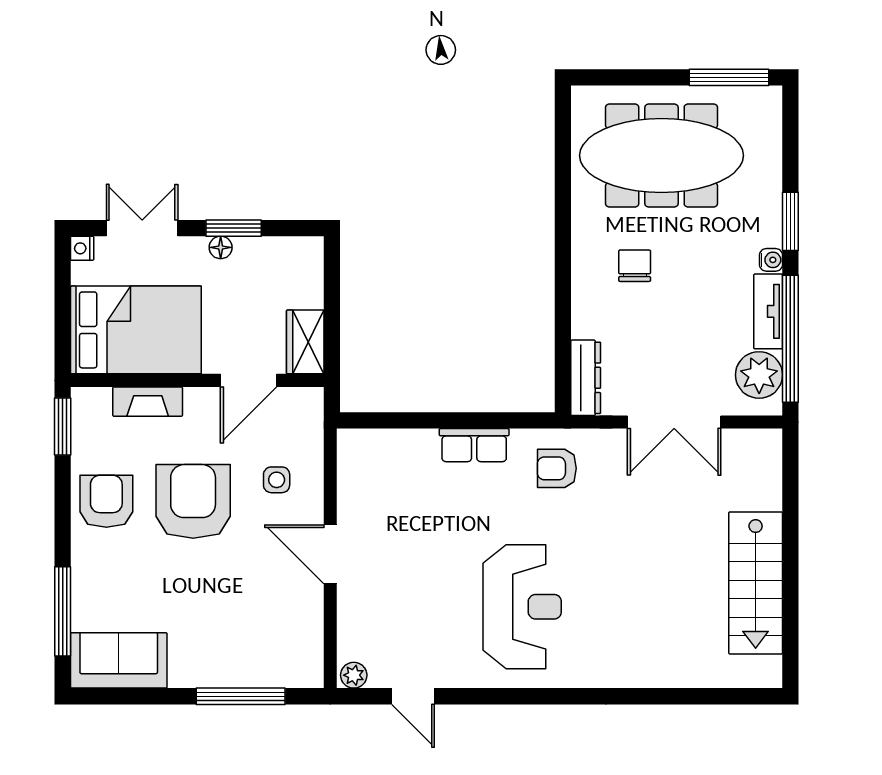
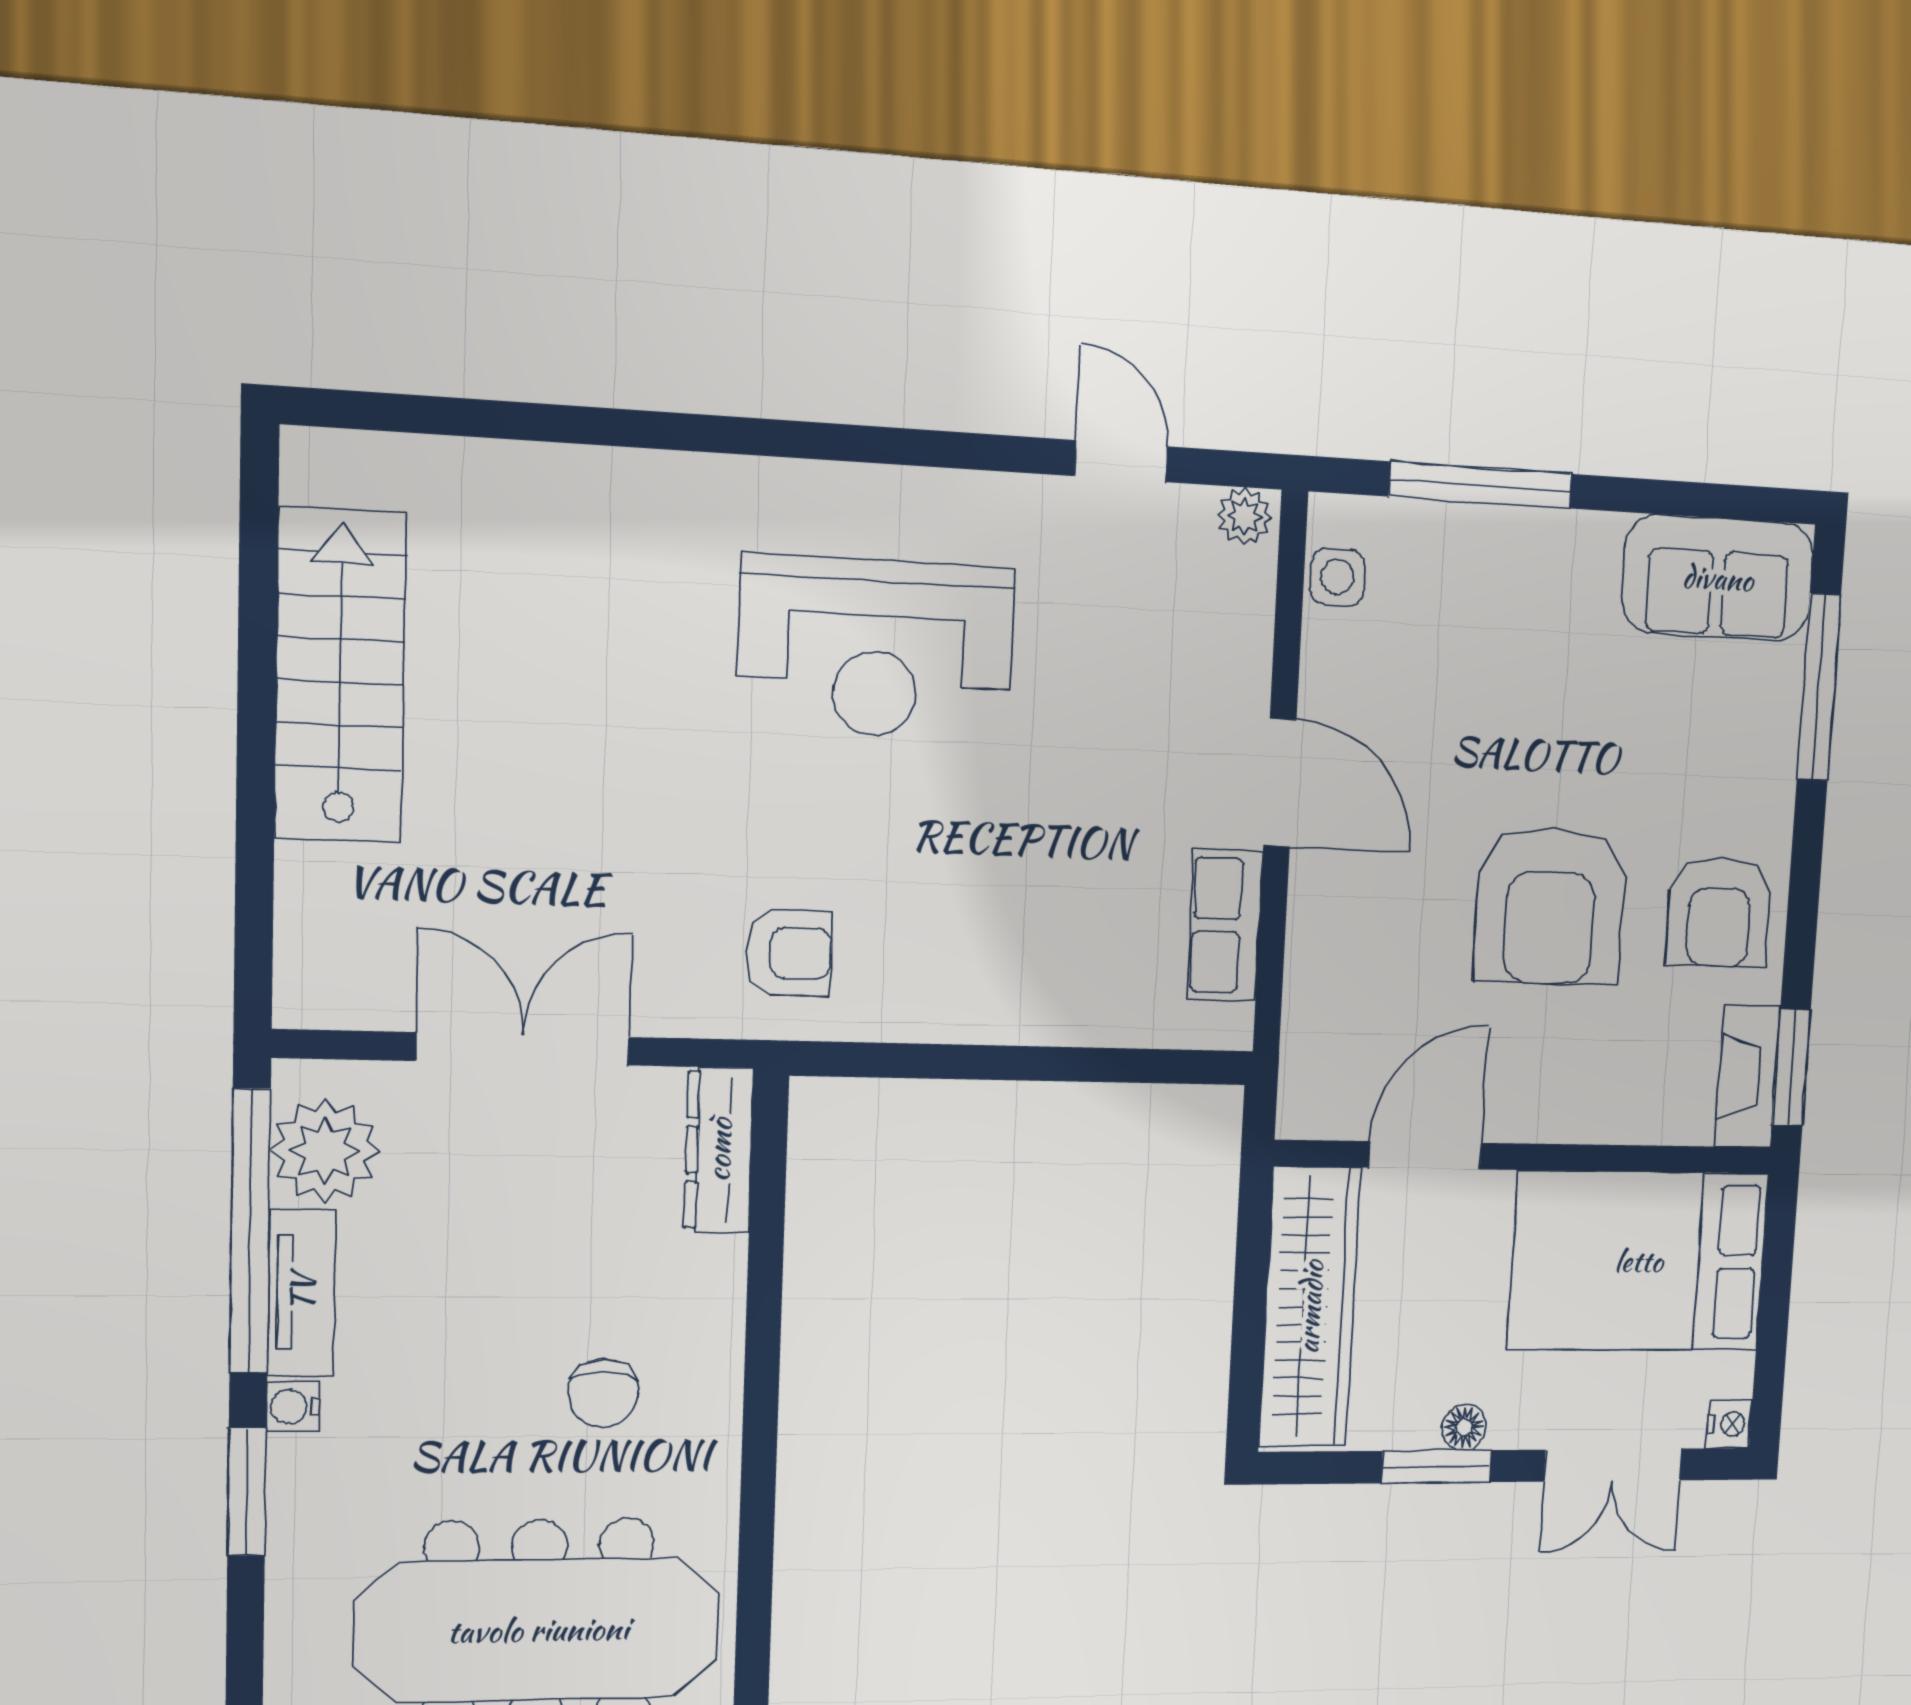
wardrobe: (305, 342) -> (1310, 1307), width x2.10, depth x1.17
fireplace: (148, 402) -> (1748, 1077), moved, turned -90
row of seats: (474, 445) -> (1225, 925), moved, turned -90
side table: (277, 480) -> (1338, 577), moved
reception desk: (522, 607) -> (876, 648), turned -90

